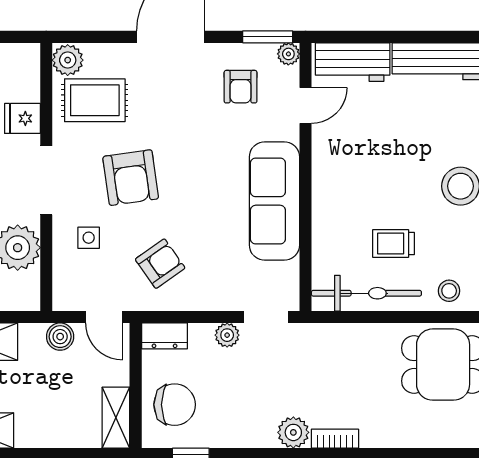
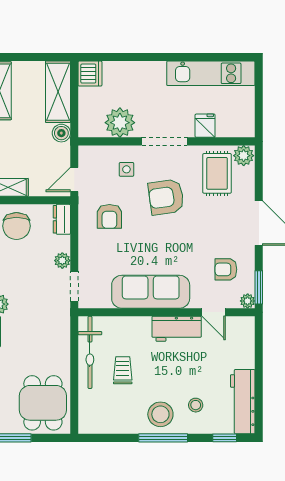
workbench: (353, 62) -> (177, 329), moved, turned -90
armchair: (160, 264) -> (109, 216), turned 35
stool: (449, 291) -> (196, 405), moved
boiler: (60, 337) -> (61, 133), moved

